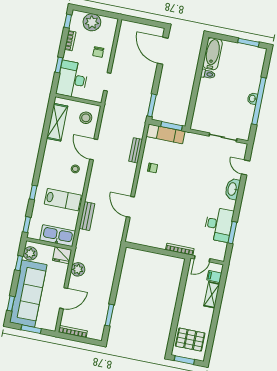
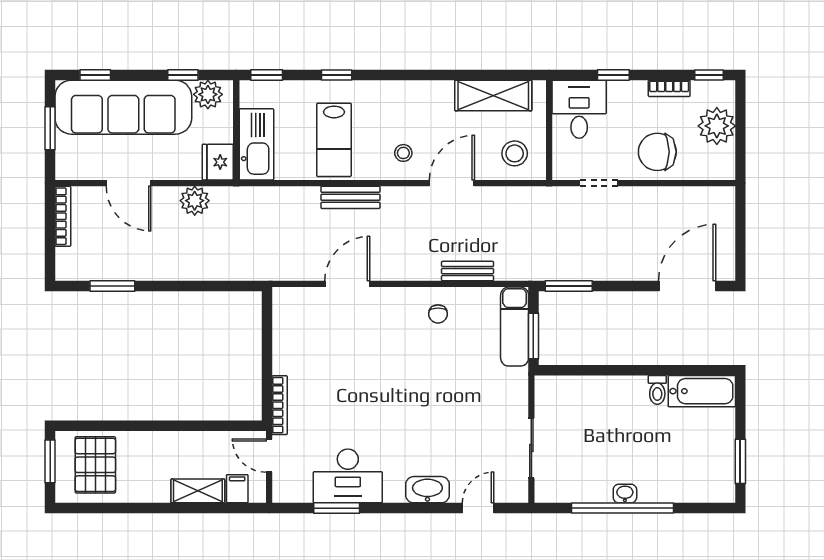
chair: (98, 52) -> (657, 152), width x1.87, depth x1.87
desk: (72, 79) -> (579, 109), width x0.73
bench: (87, 216) -> (350, 197), moved

